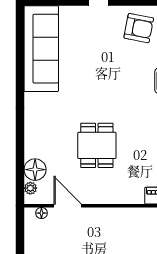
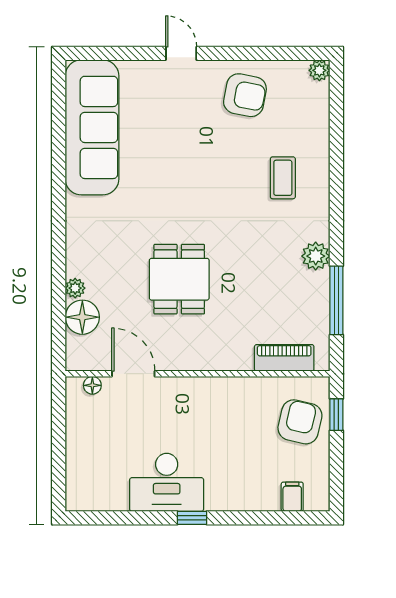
plant: (30, 188) -> (75, 288), moved

